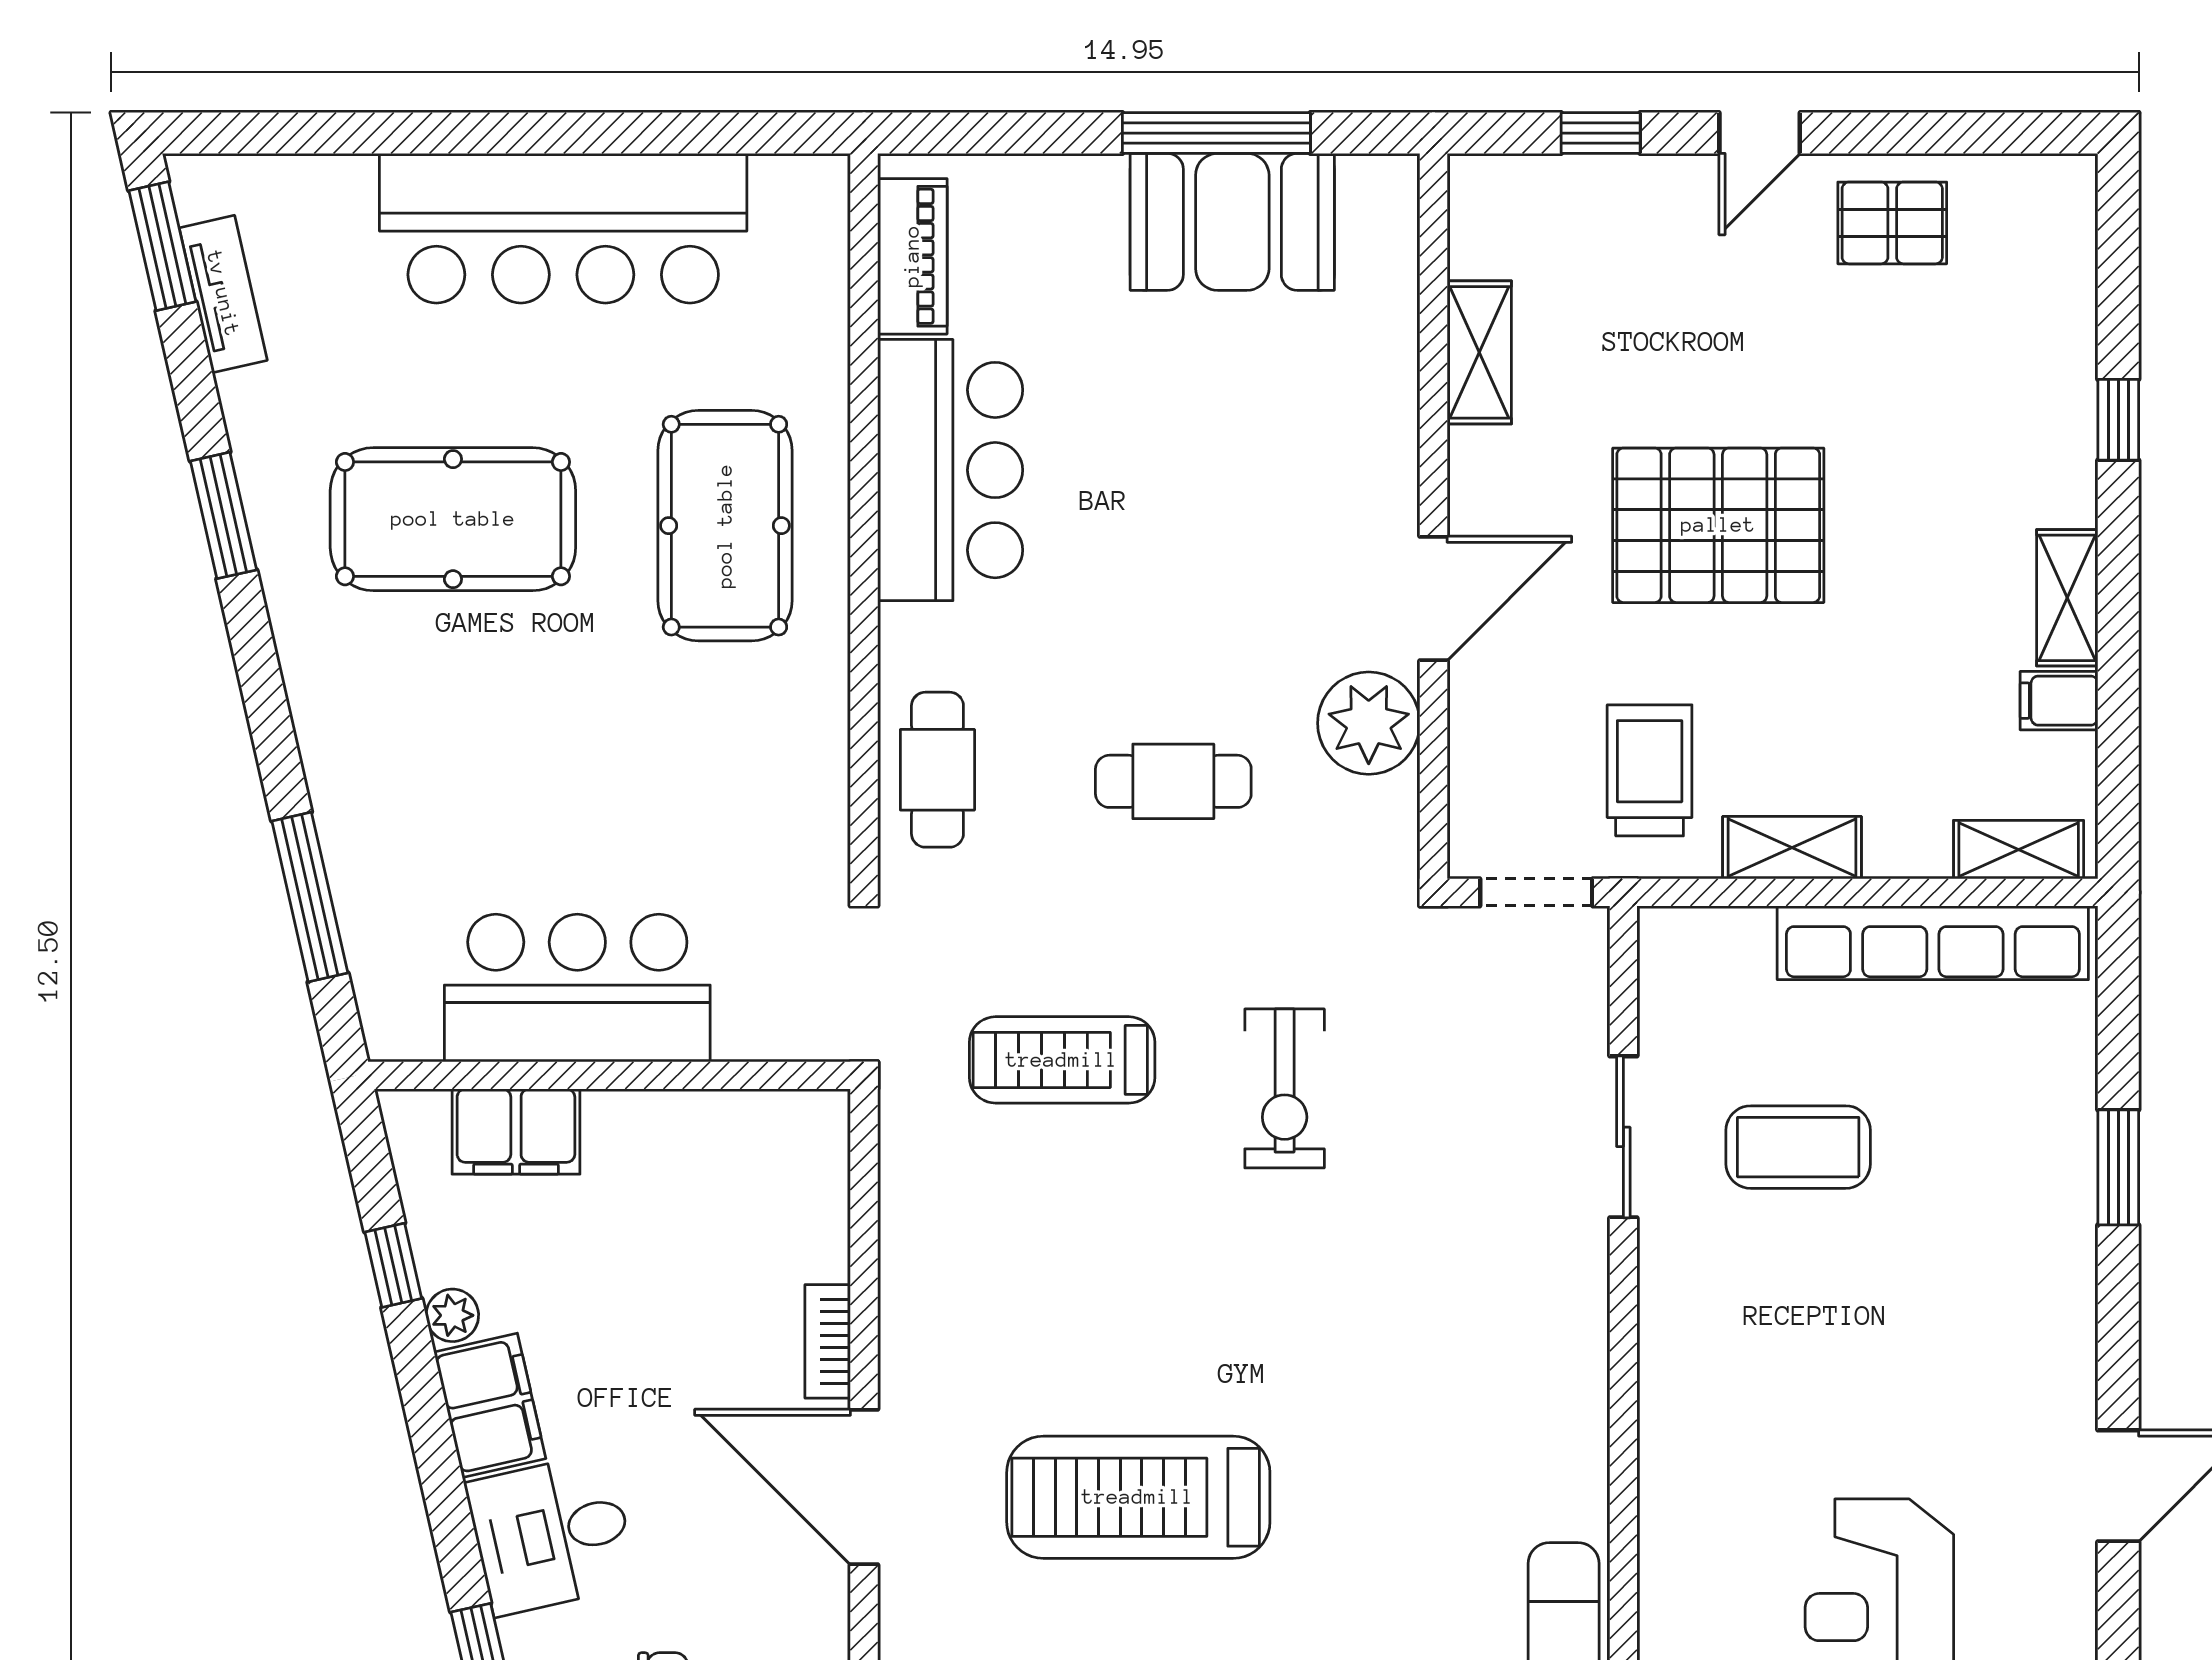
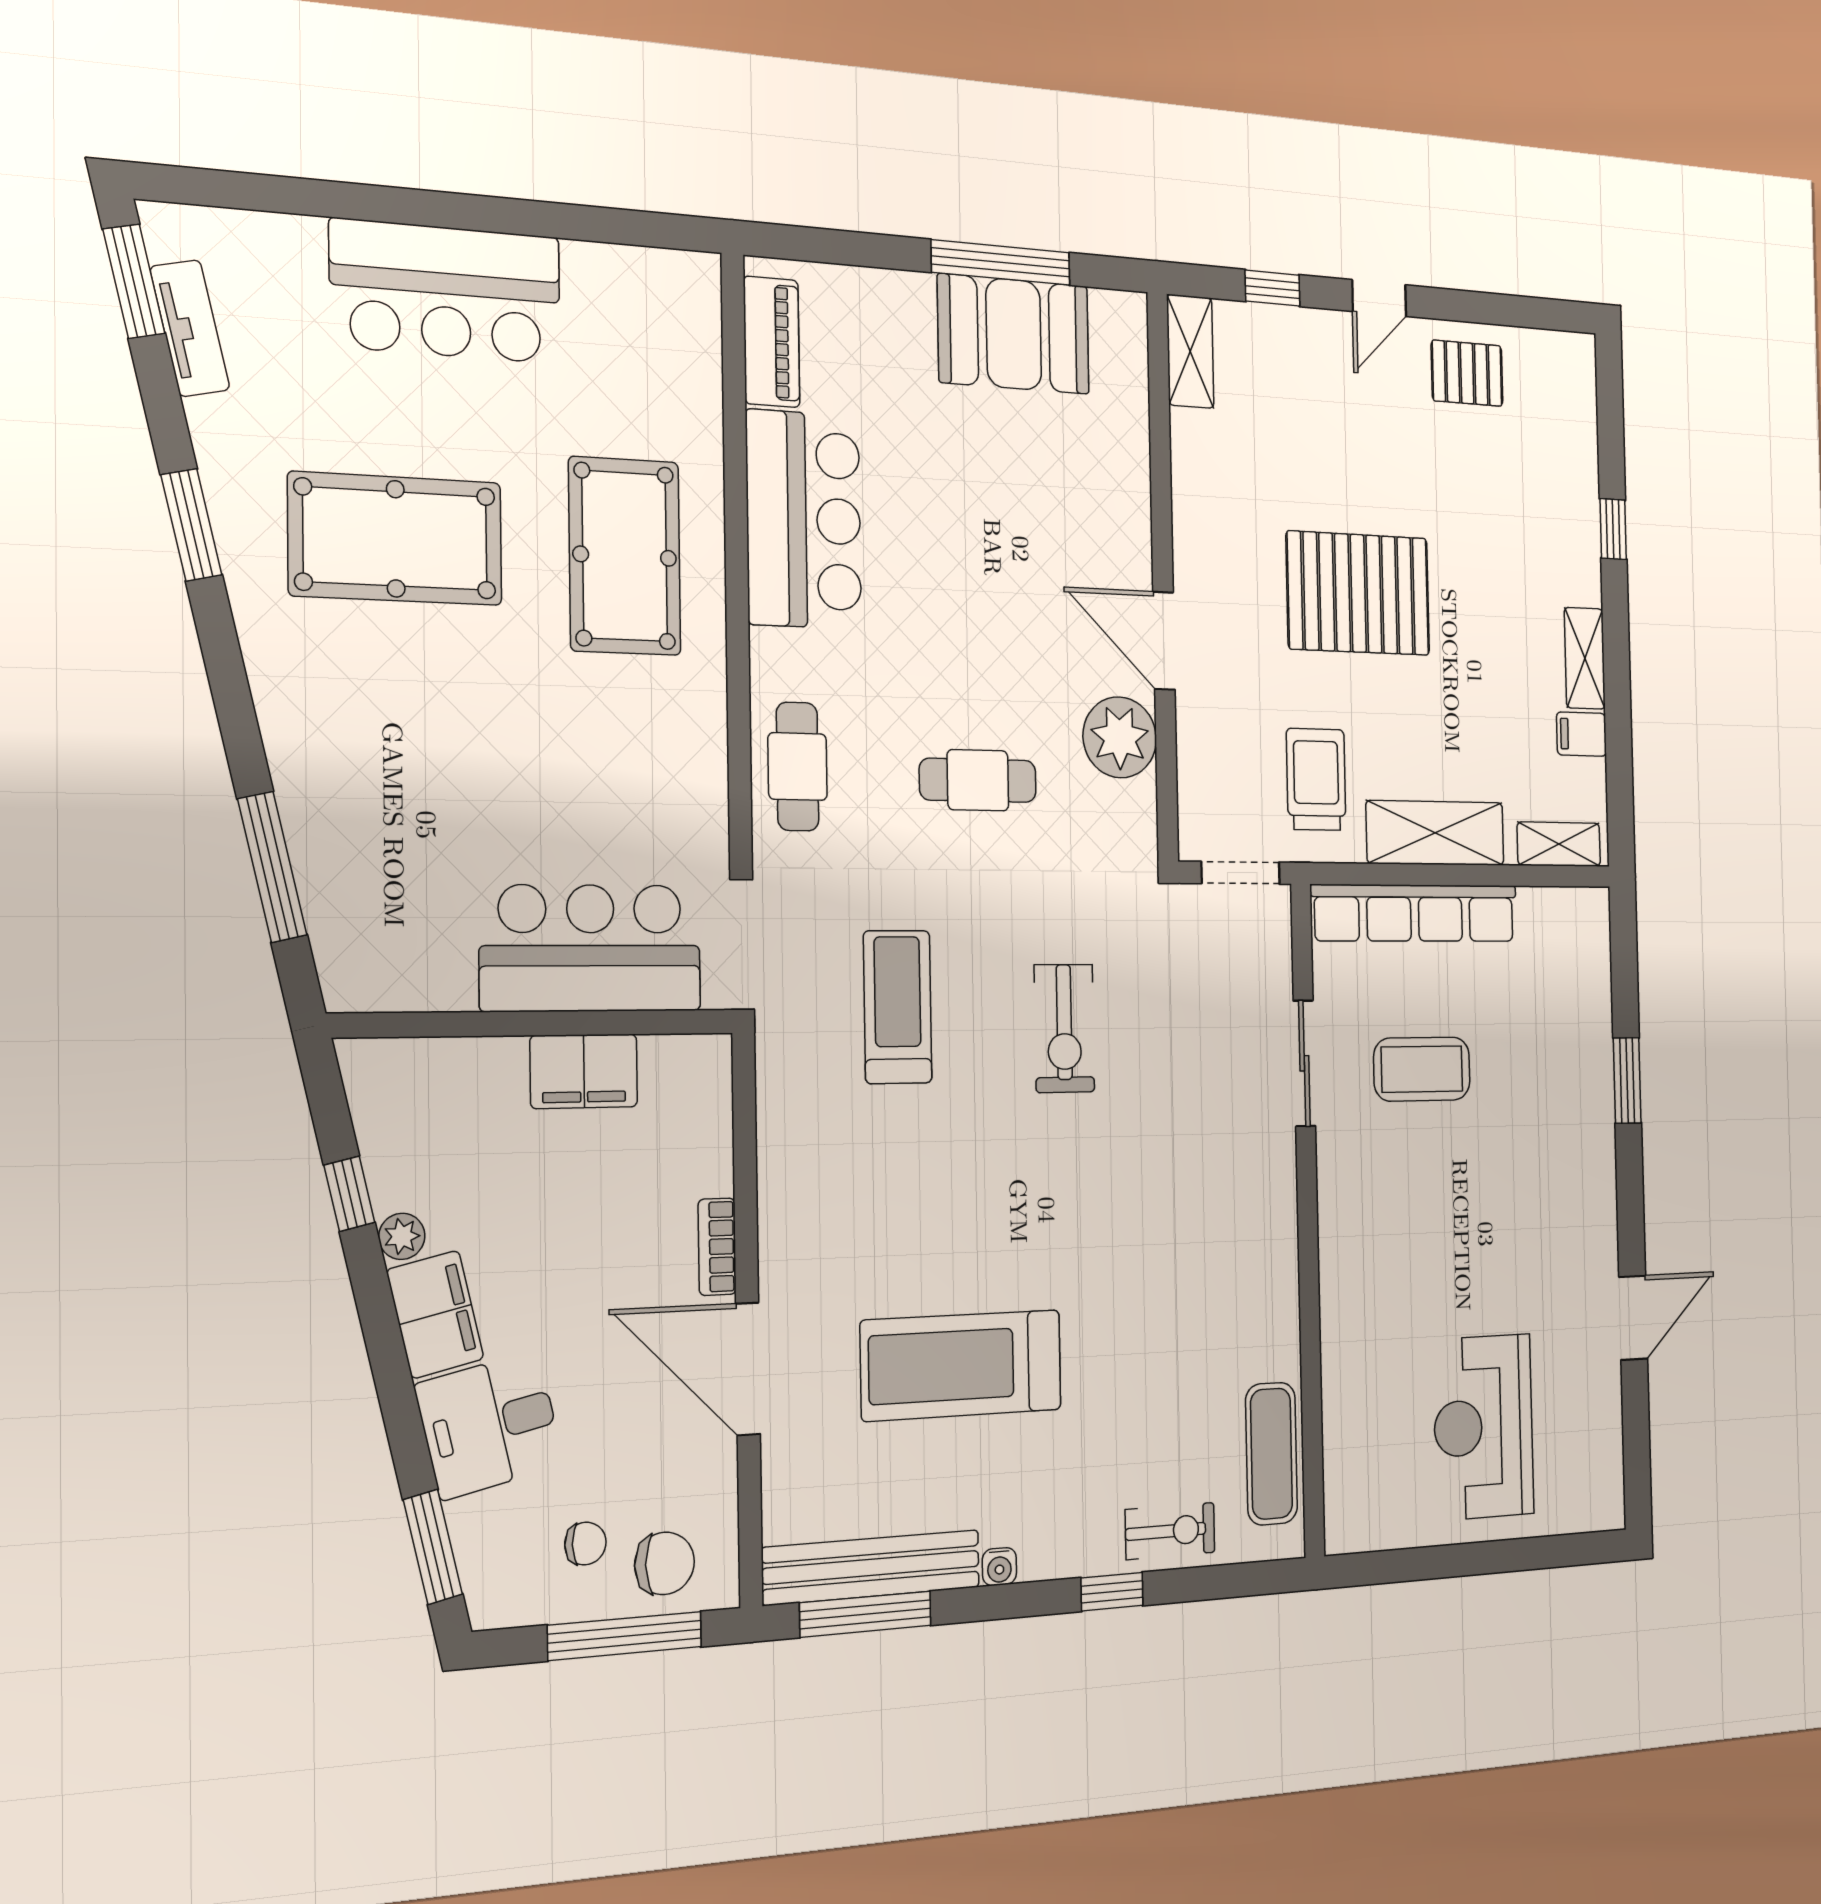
bar counter: (563, 228) -> (446, 291), width x0.73
shelving: (1479, 352) -> (1190, 351), moved
door: (1433, 599) -> (1164, 641), swing flipped
shelving: (1792, 848) -> (1435, 833), width x1.50, depth x1.33
row of seats: (1933, 943) -> (1415, 913), moved
bar counter: (577, 988) -> (591, 948), moved
treadmill: (1062, 1060) -> (898, 1007), turned 90
filing cabinet: (516, 1132) -> (584, 1071), moved

